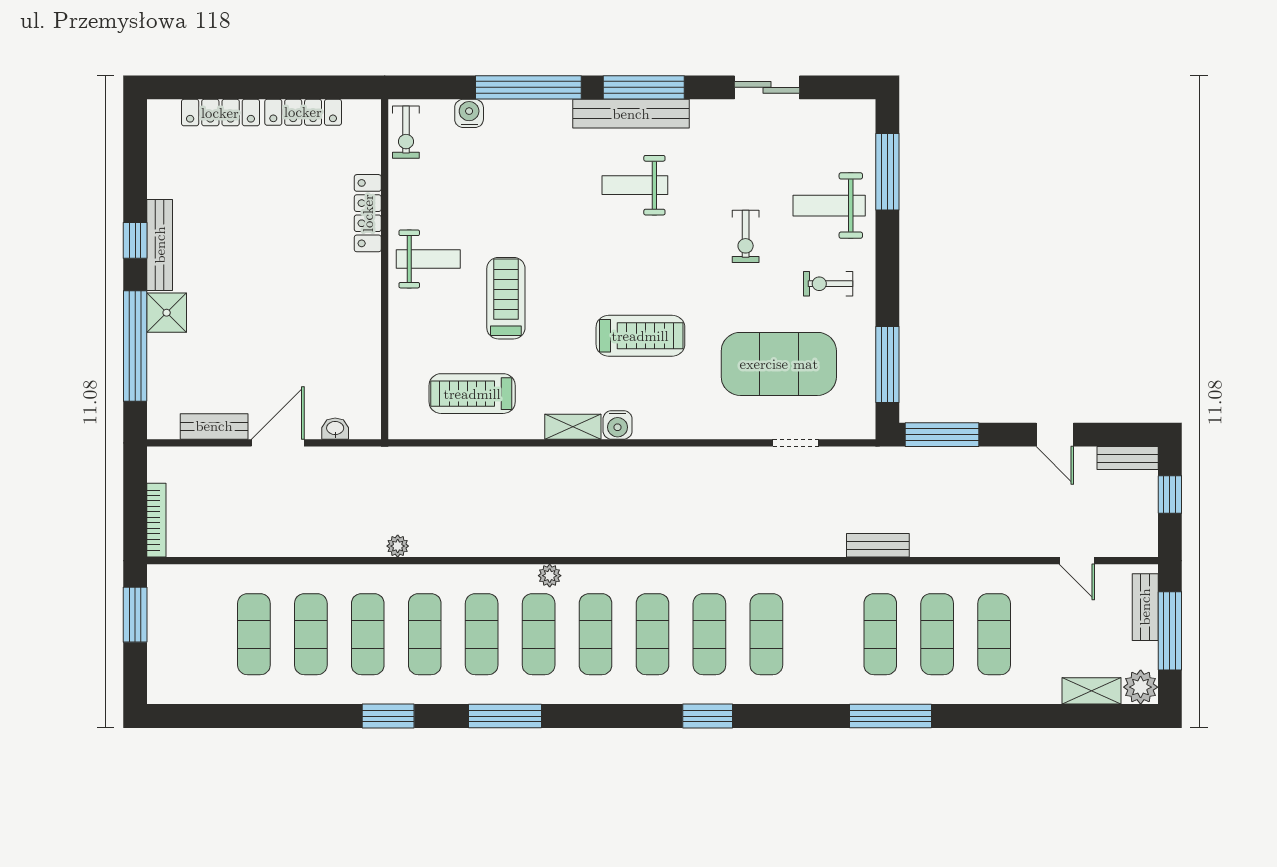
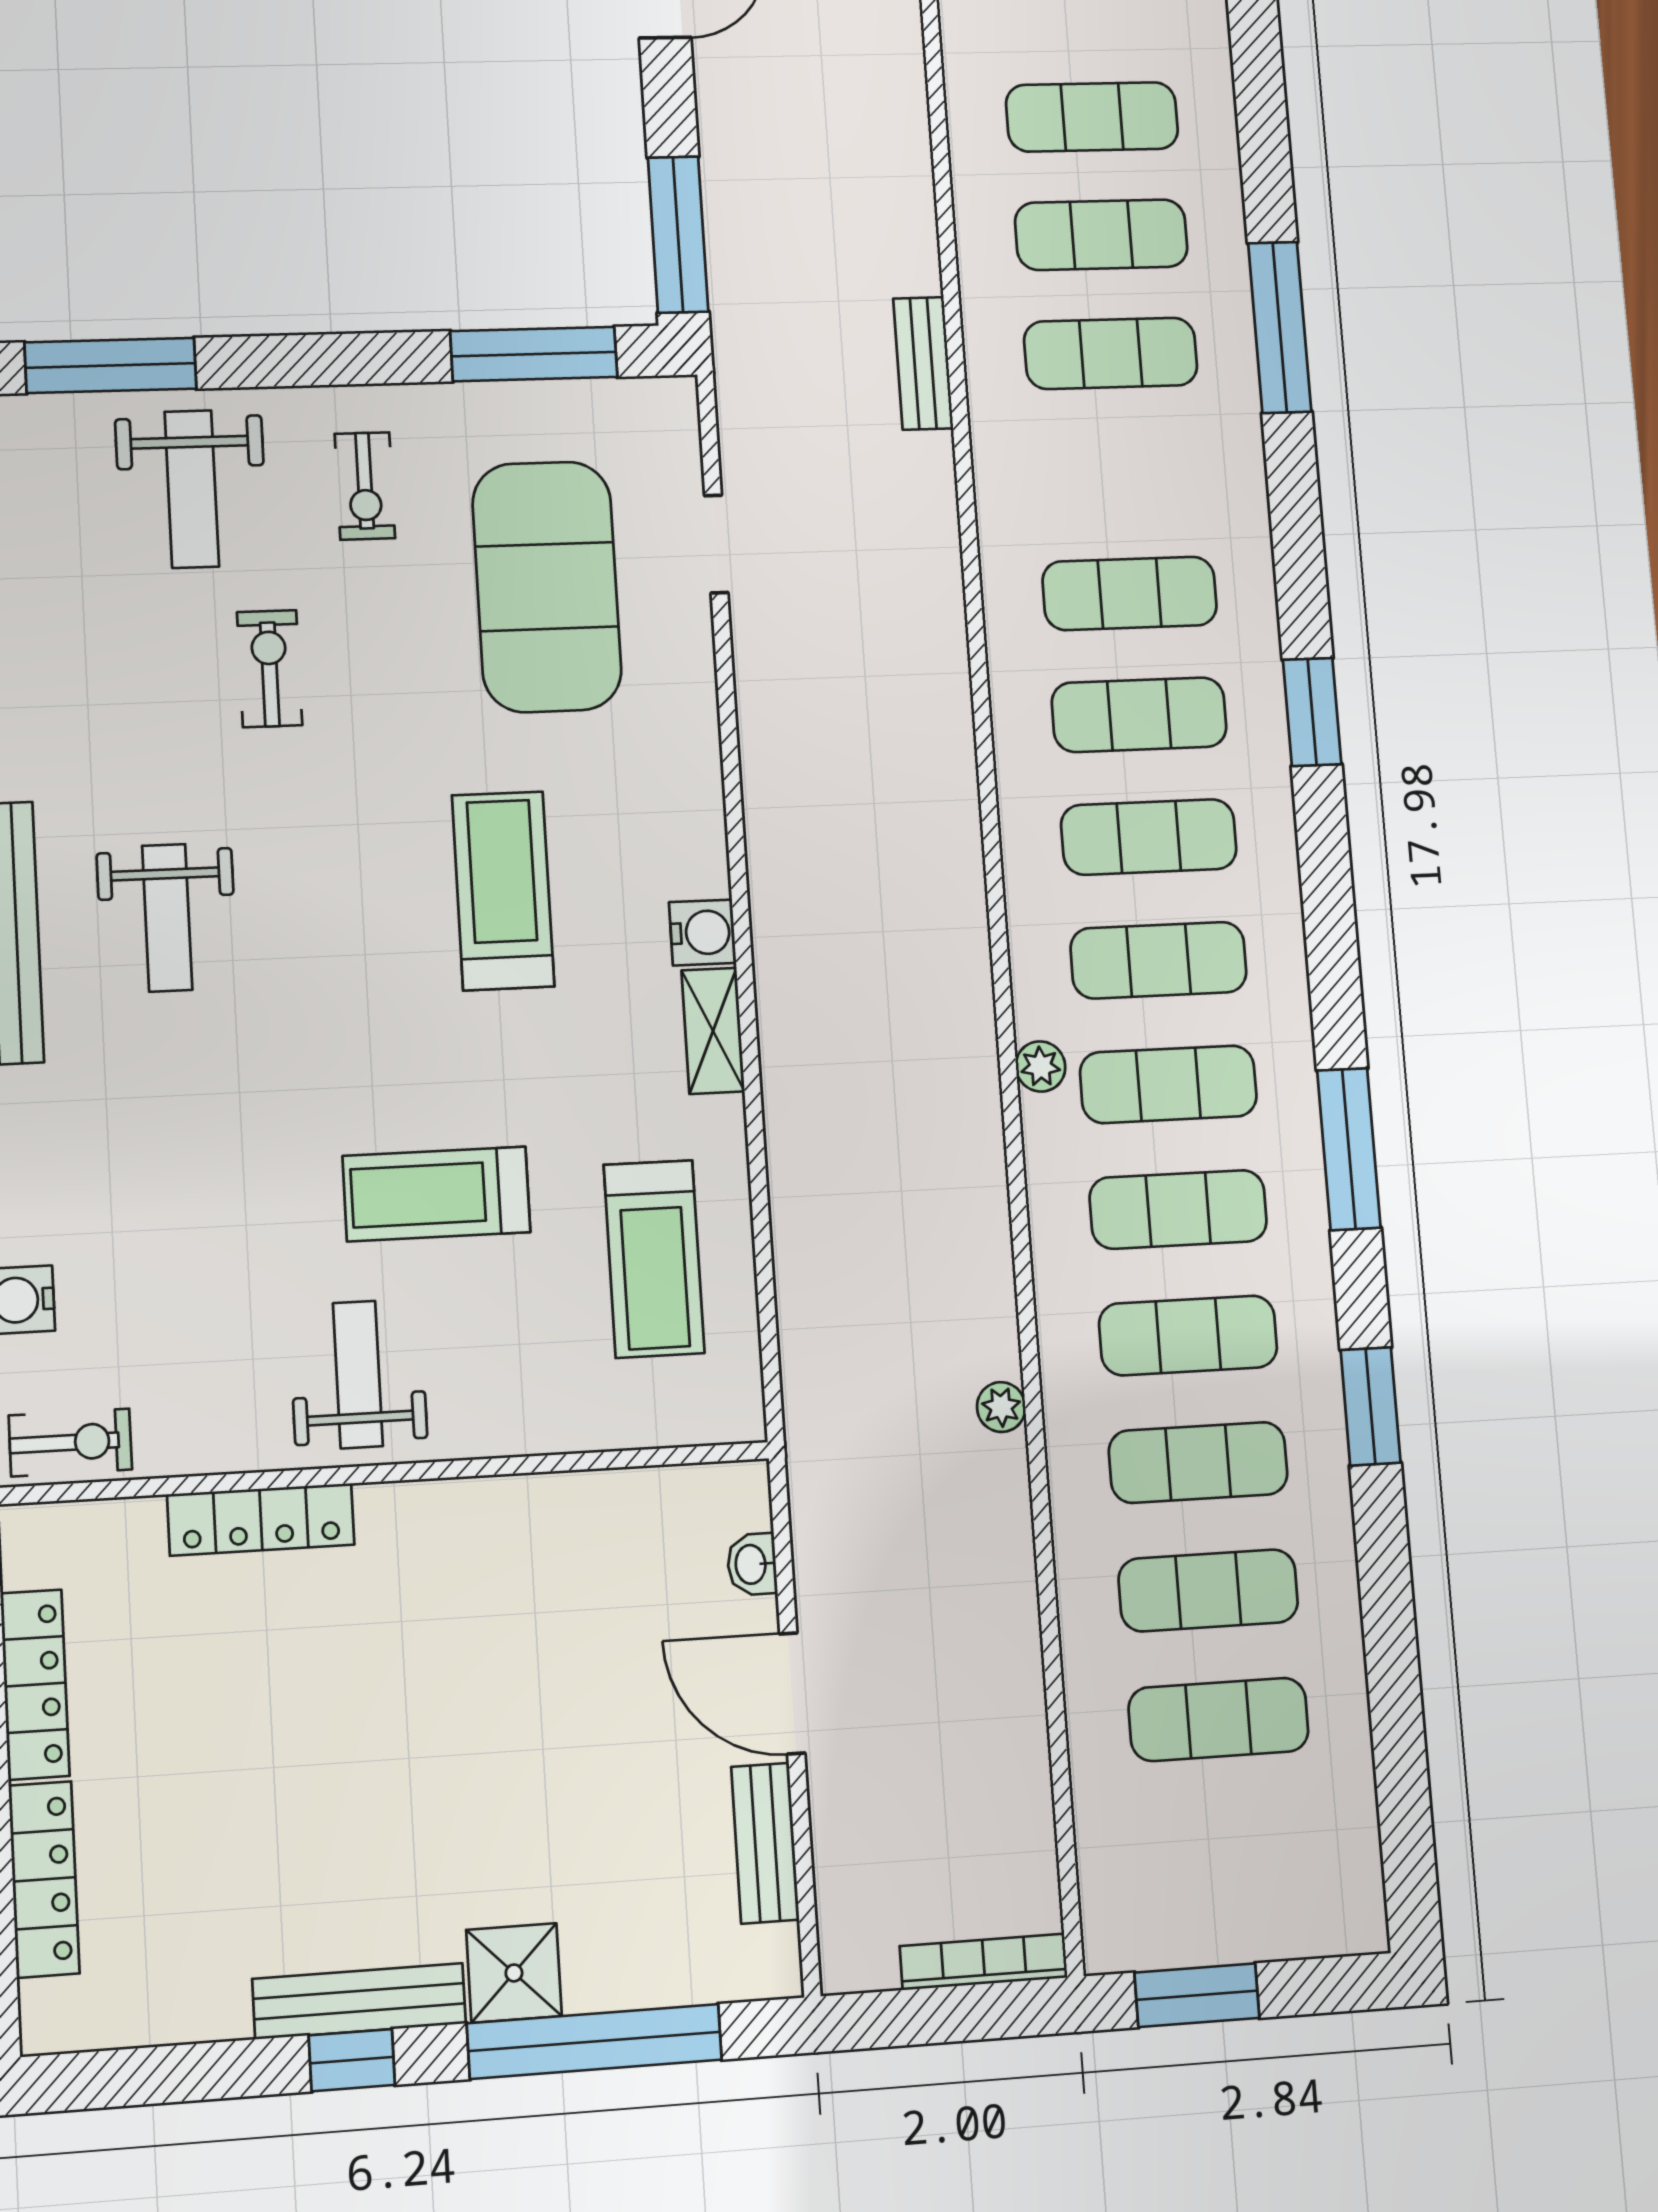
exercise bike: (746, 236) -> (270, 669), turned -90

